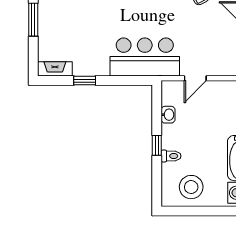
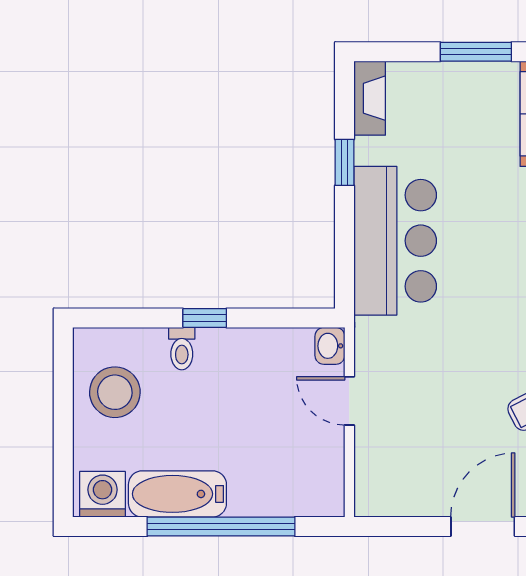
bar counter: (145, 57) -> (395, 241), moved
washbasin: (168, 115) -> (330, 346), moved, turned 90

